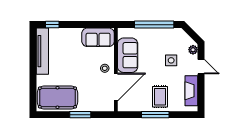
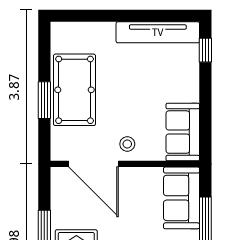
sofa: (128, 55) -> (182, 198), moved, turned 90
pool table: (57, 97) -> (75, 90), moved

